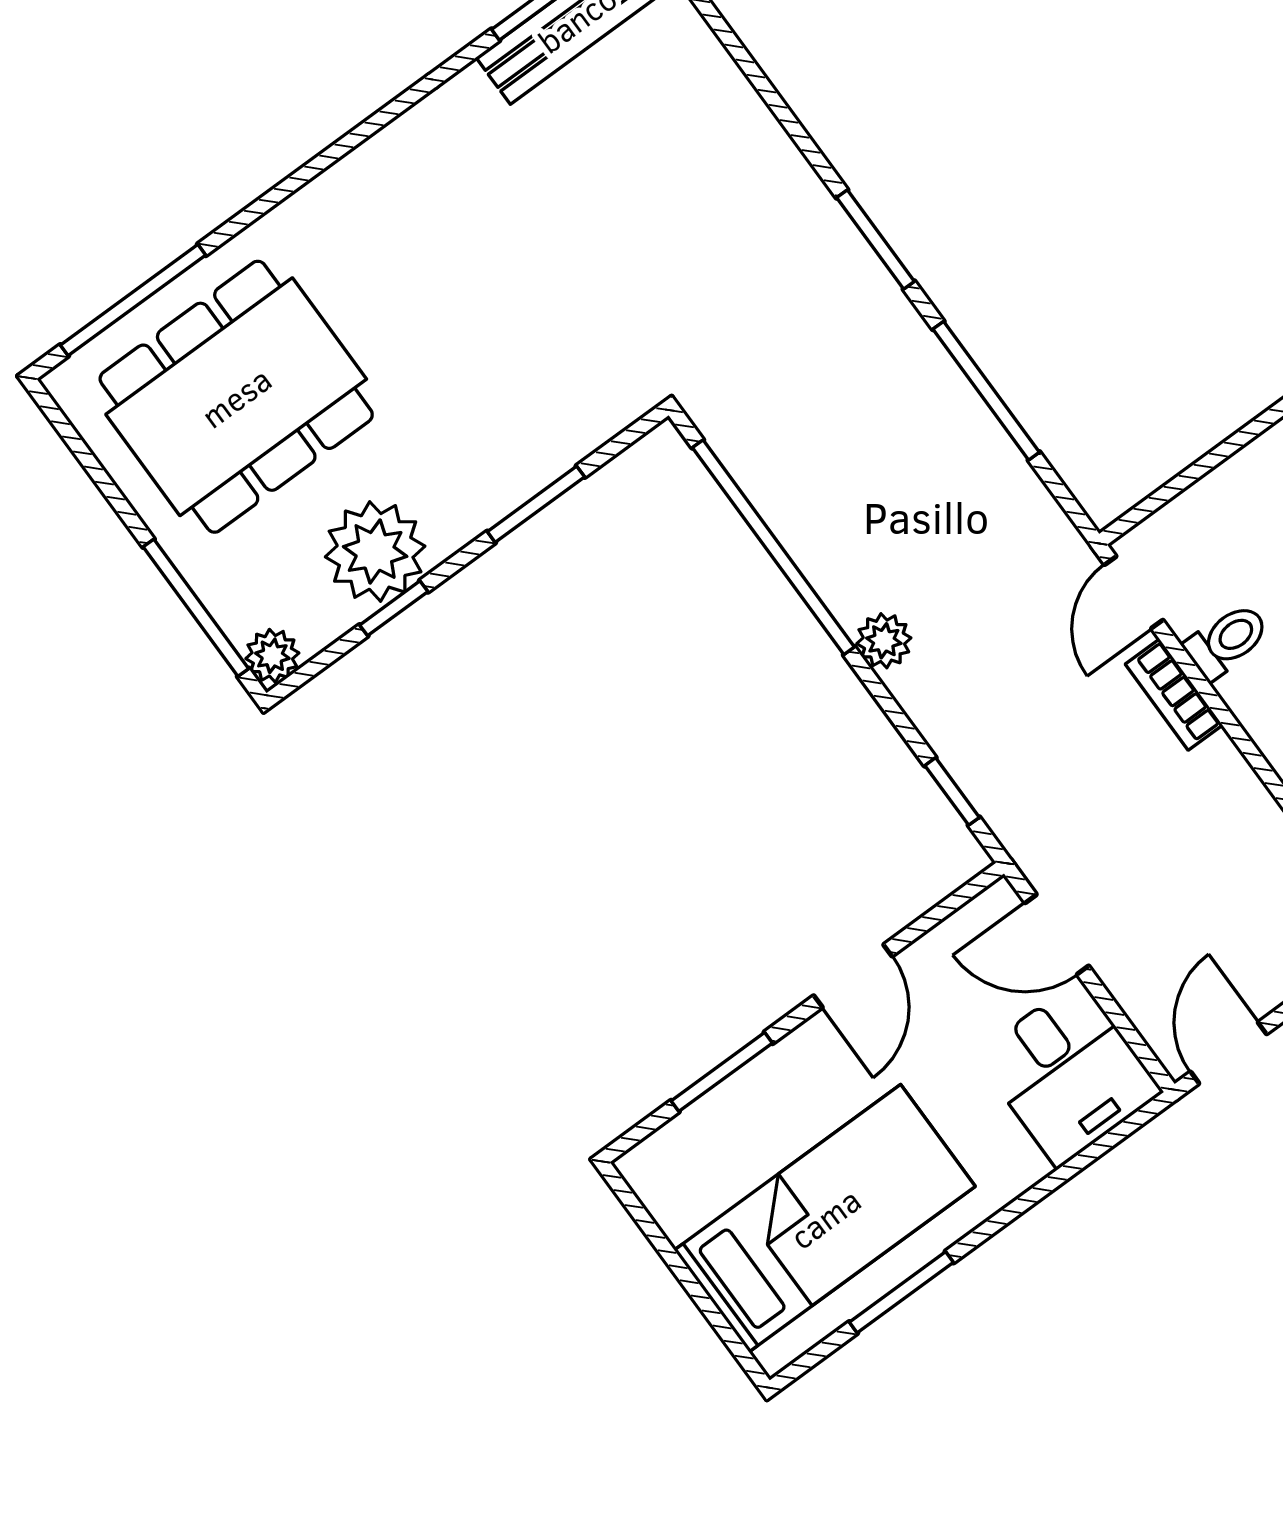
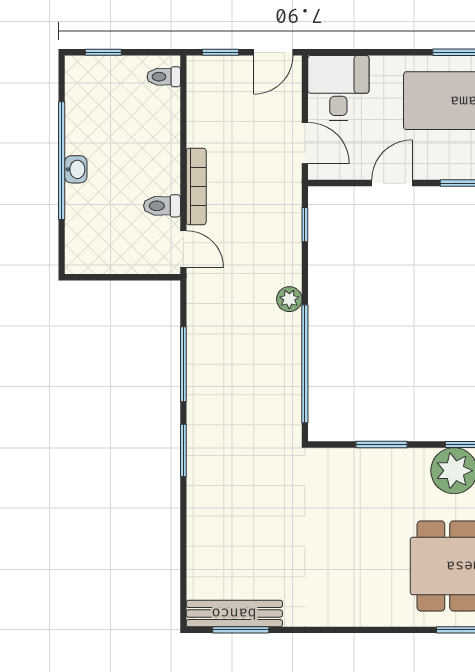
door: (1134, 592) -> (183, 249), hinge flipped
bookcase: (1174, 695) -> (196, 186), width x1.56

